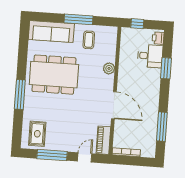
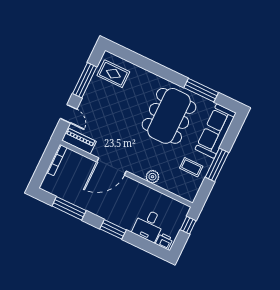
window: (166, 68) -> (113, 229), moved
window: (20, 94) -> (201, 90), moved

